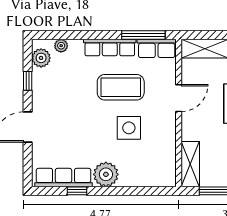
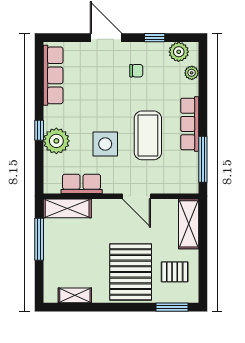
row of seats: (157, 48) -> (82, 184), moved, turned 90
chair: (59, 98) -> (136, 71), added
plant: (106, 174) -> (56, 141), moved
window: (77, 191) -> (39, 130), moved

